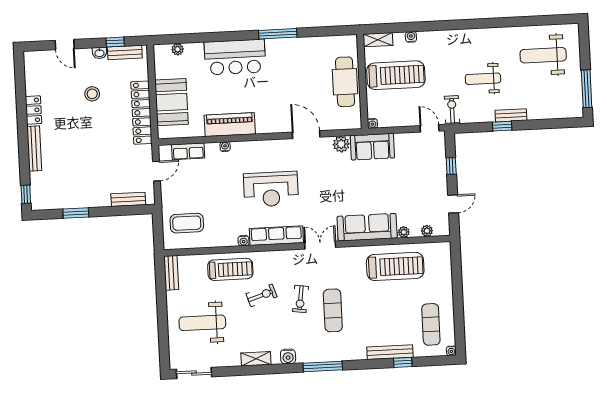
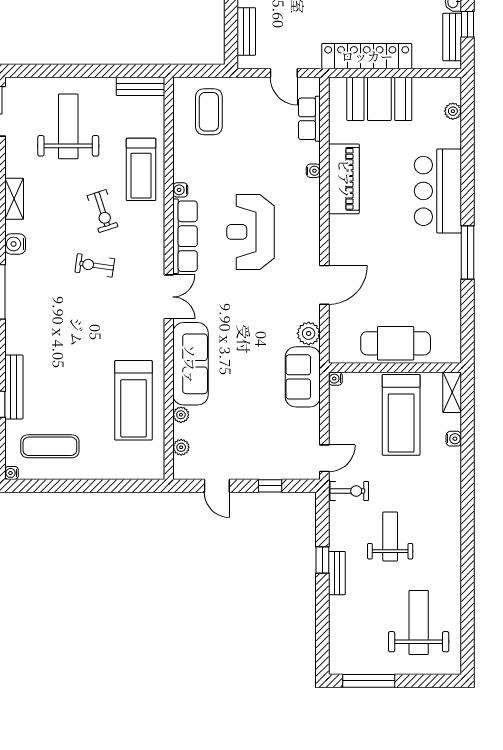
exercise mat: (333, 310) -> (76, 310), removed

